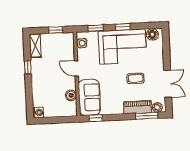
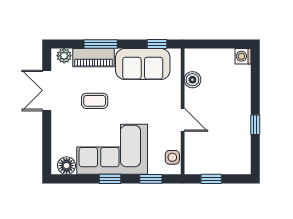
shelving: (35, 46) -> (243, 157), removed
sofa: (89, 97) -> (143, 64), moved, turned -90
window: (147, 116) -> (101, 44), moved

